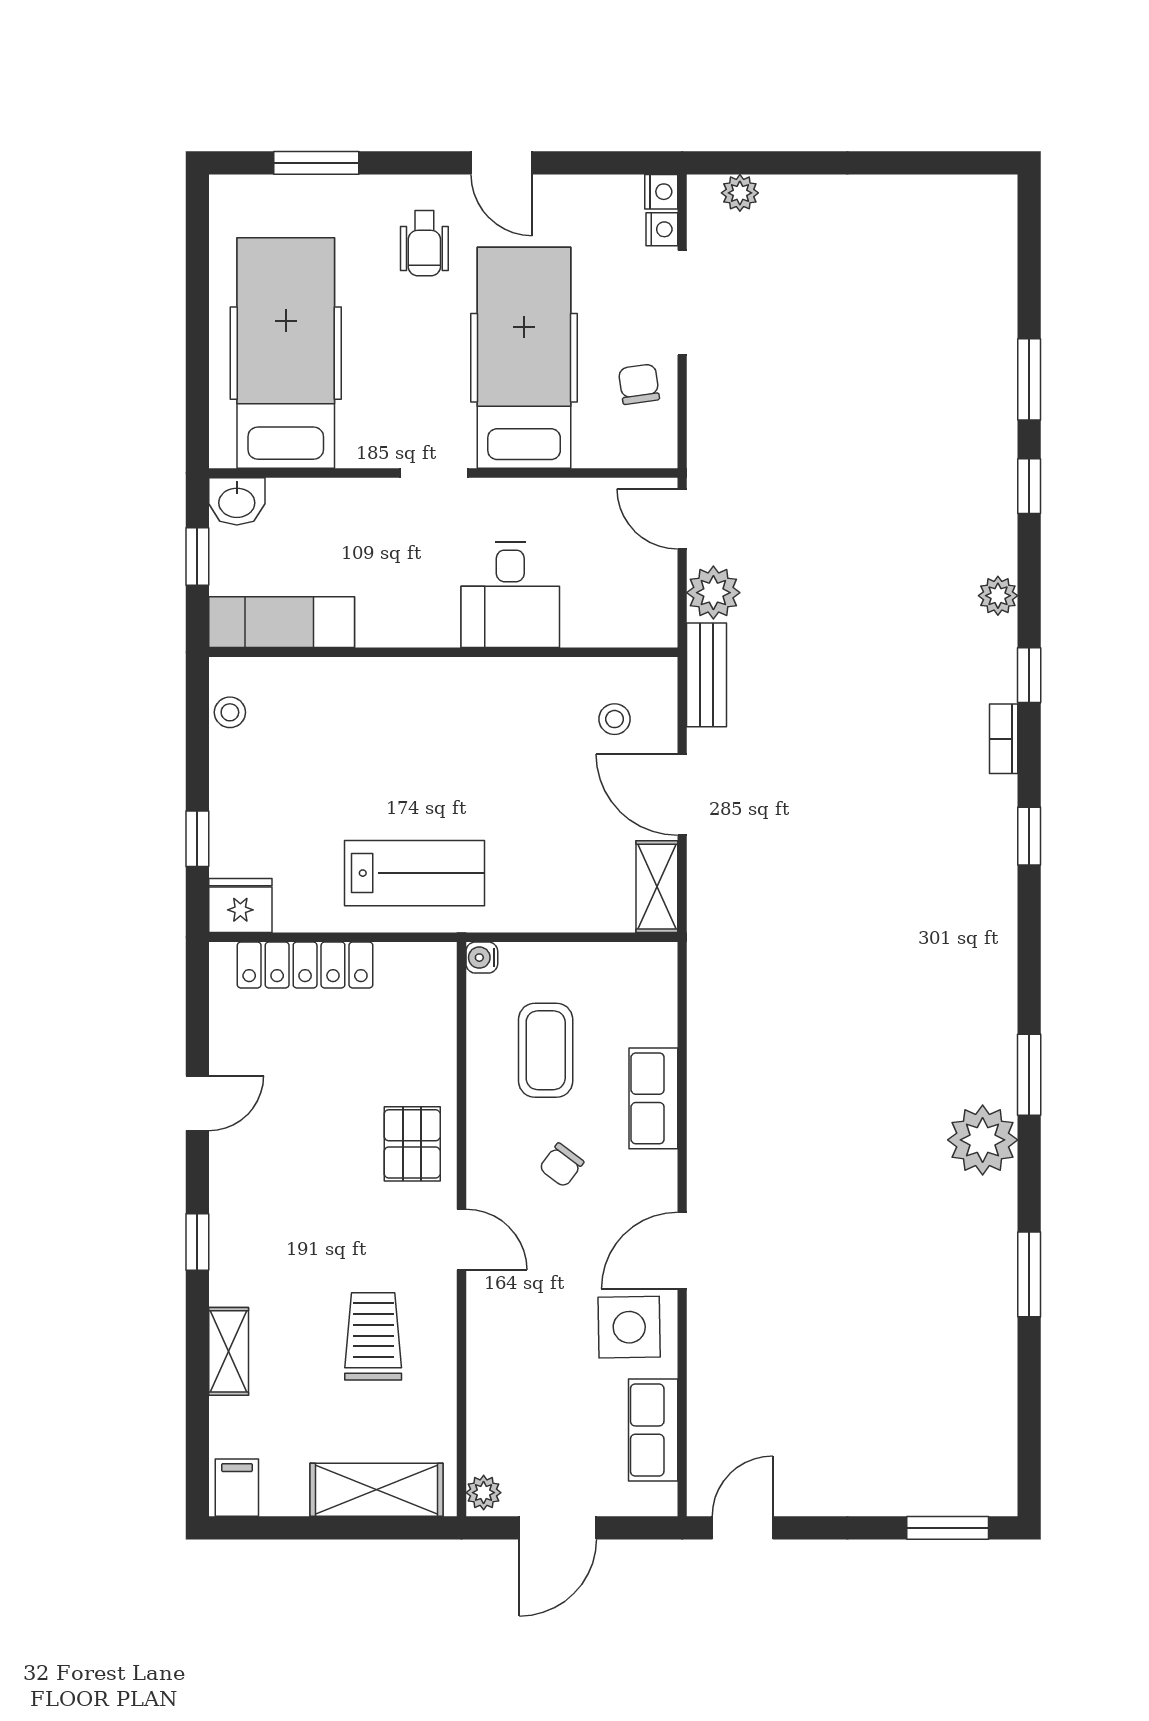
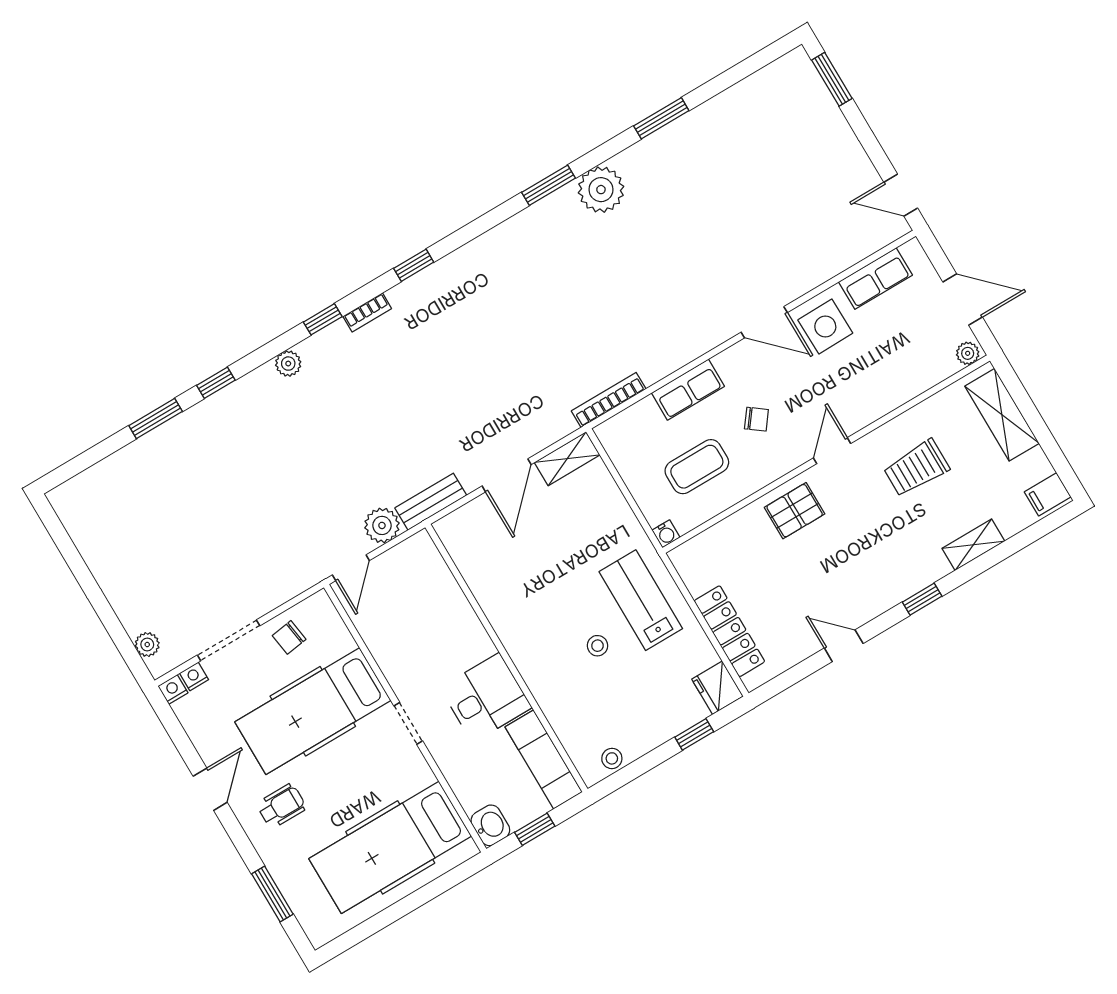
desk: (510, 595) -> (486, 698), moved
stool: (615, 719) -> (598, 646), moved
bookcase: (701, 987) -> (609, 400), added

